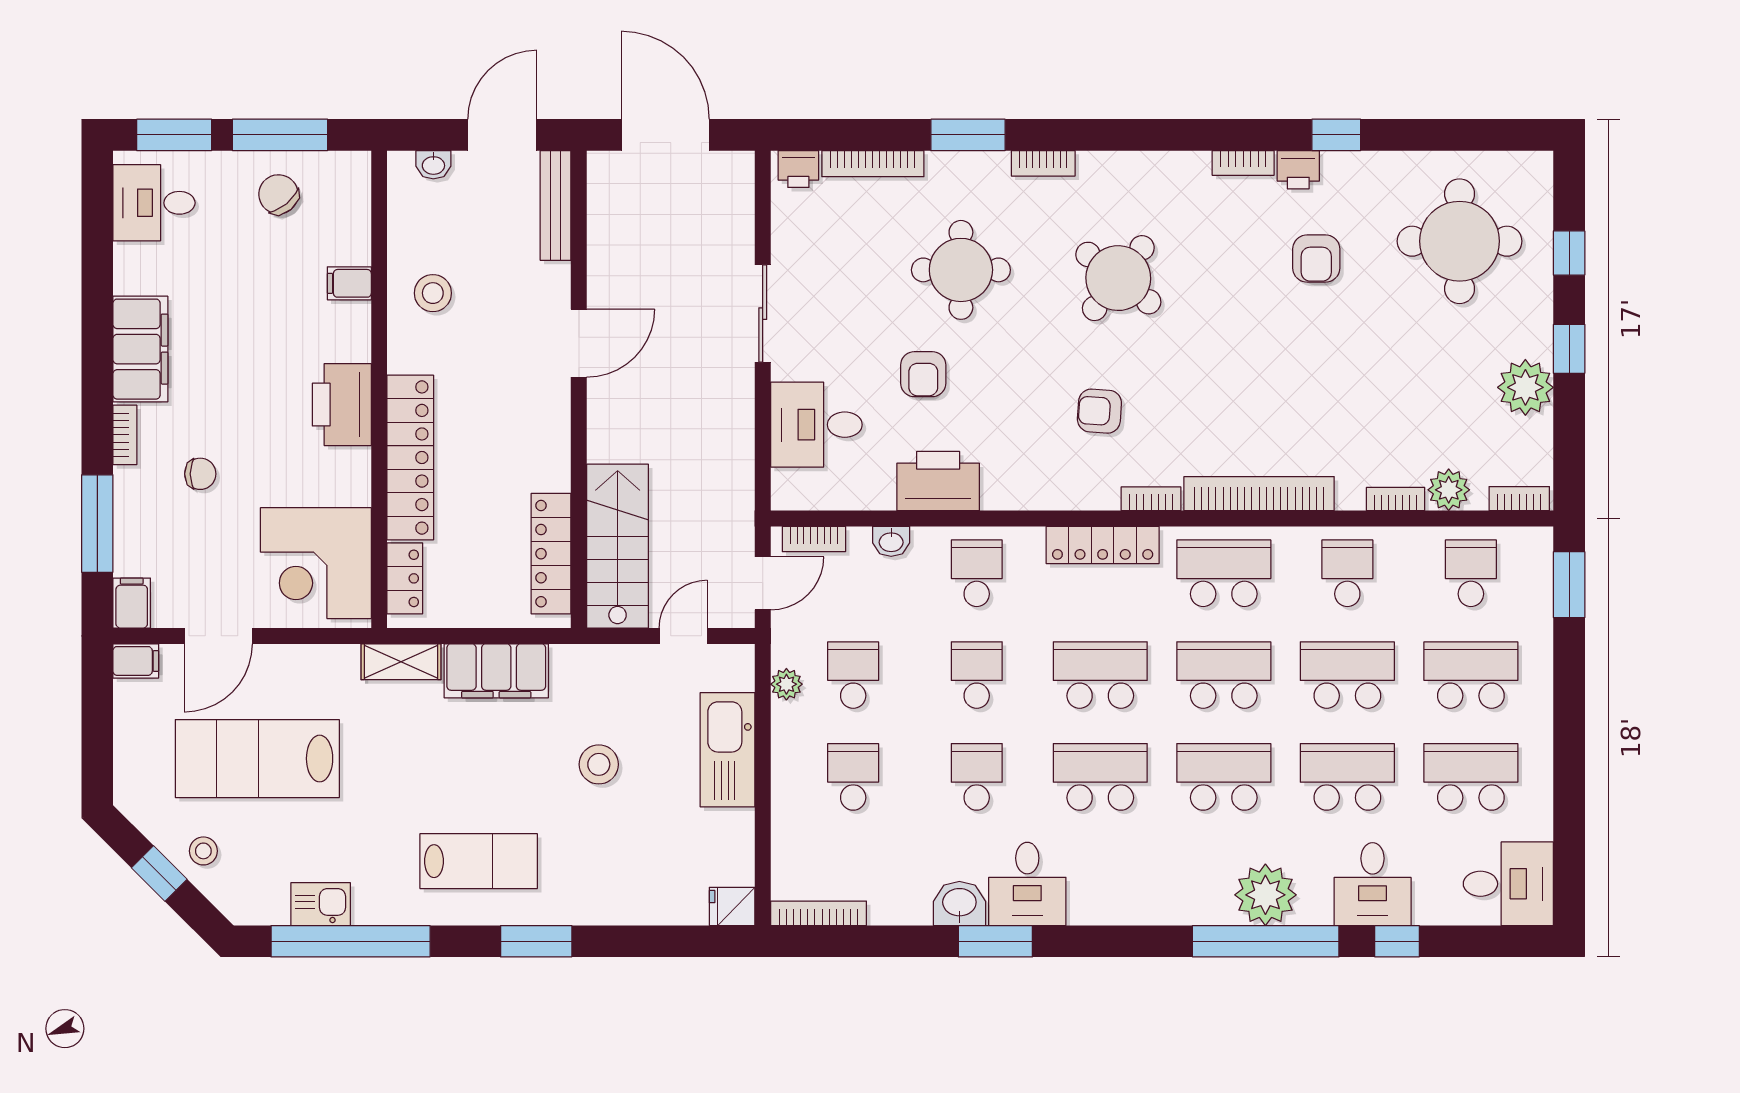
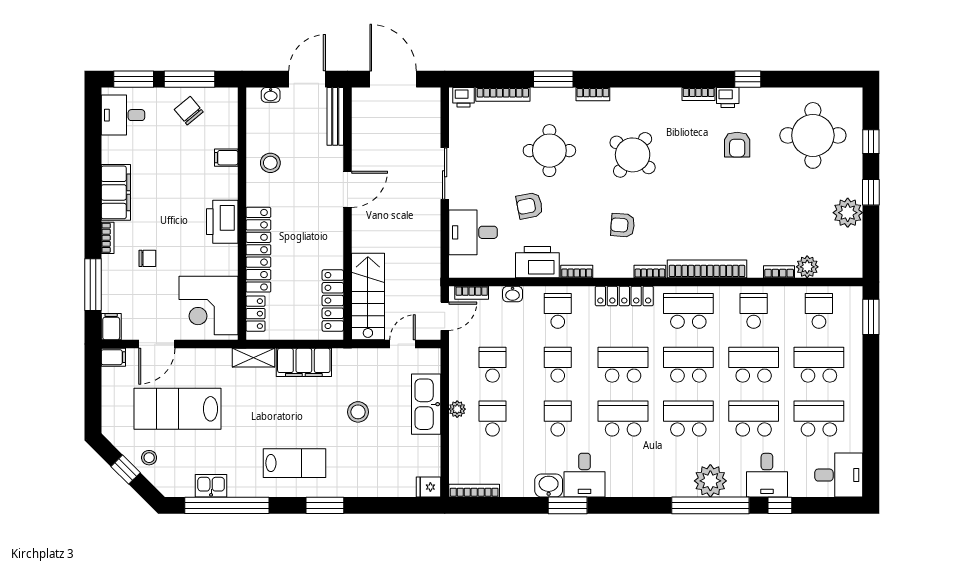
armchair: (923, 374) -> (529, 206), turned 79
bookcase: (1519, 499) -> (577, 271), moved
plant: (786, 684) -> (457, 409), moved

